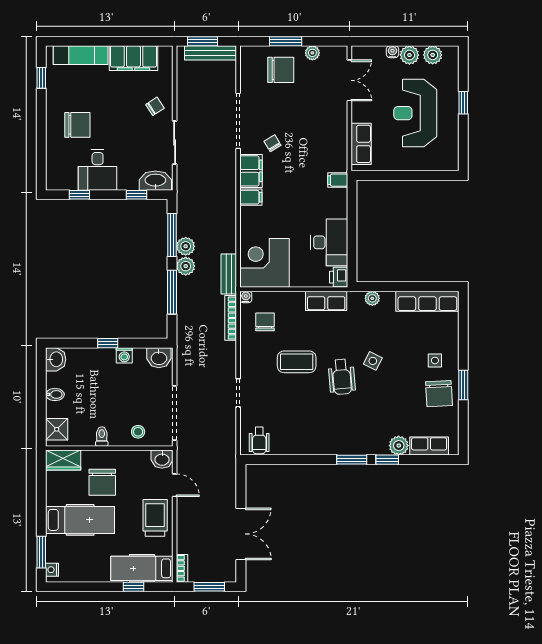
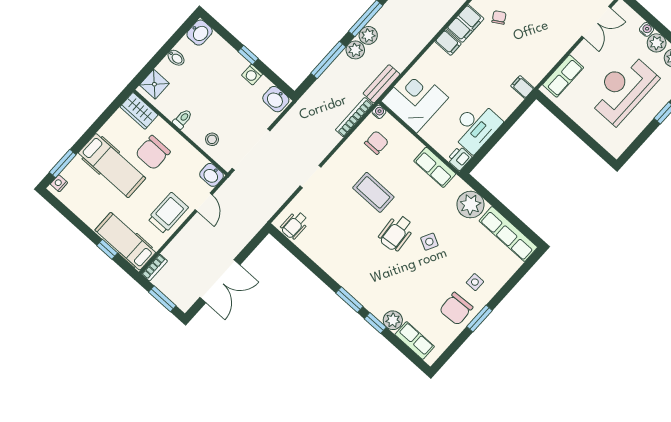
plant: (372, 298) -> (470, 205), width x1.87, depth x1.87

